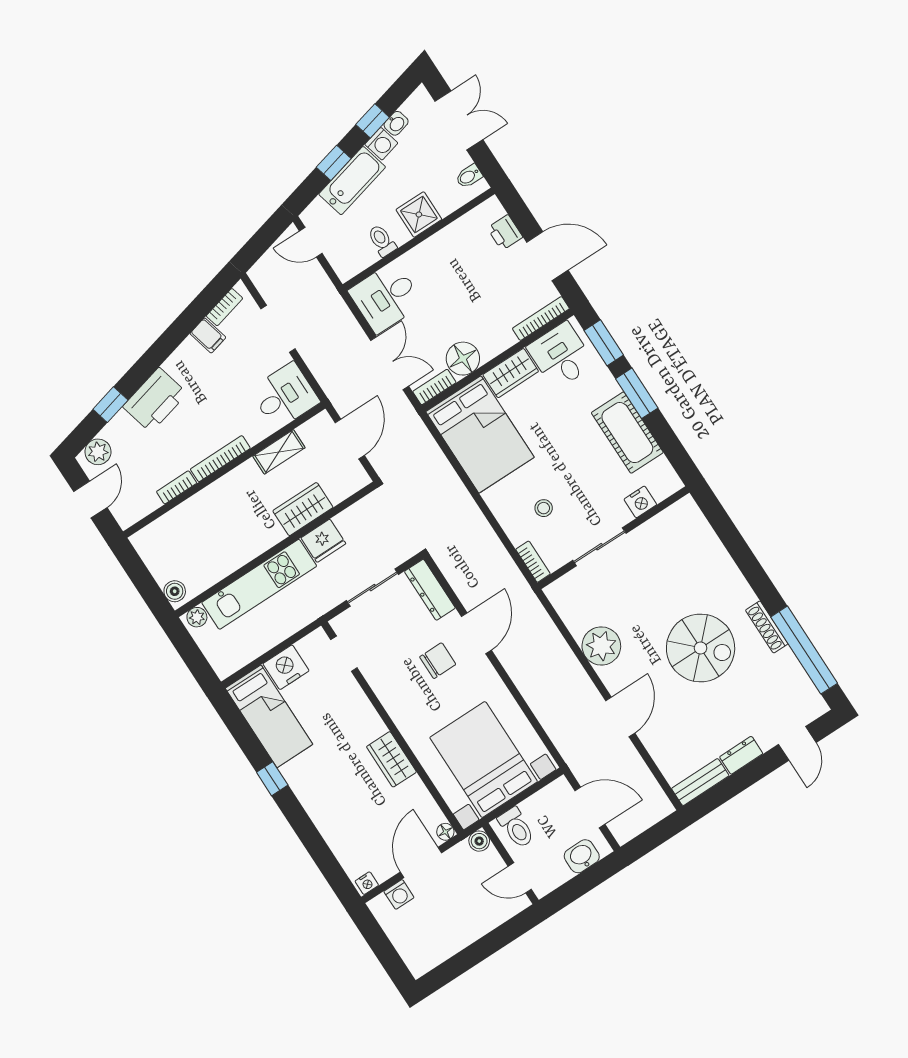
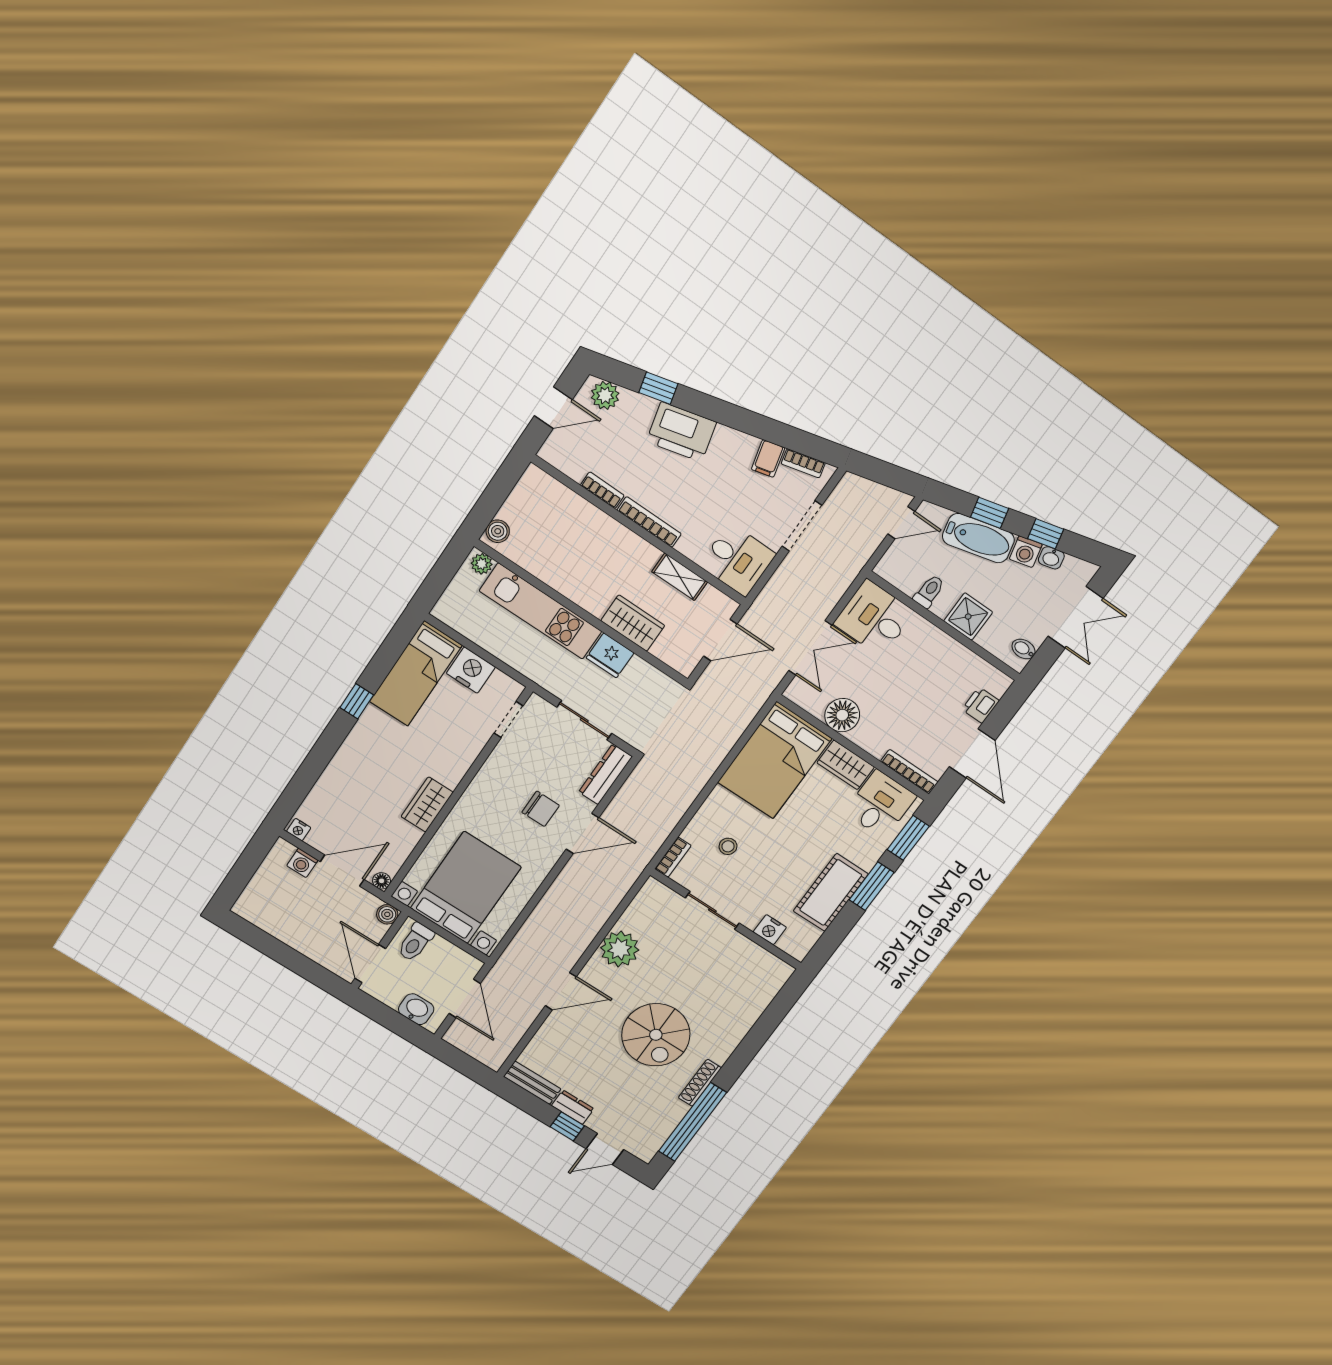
door: (311, 242) -> (901, 523), swing flipped
bookcase: (434, 387) -> (804, 700), removed
window: (759, 769) -> (567, 1126), added
door: (520, 878) -> (370, 964), width x1.38

